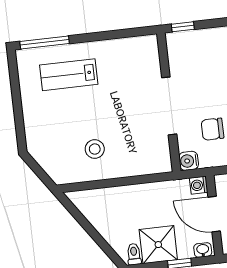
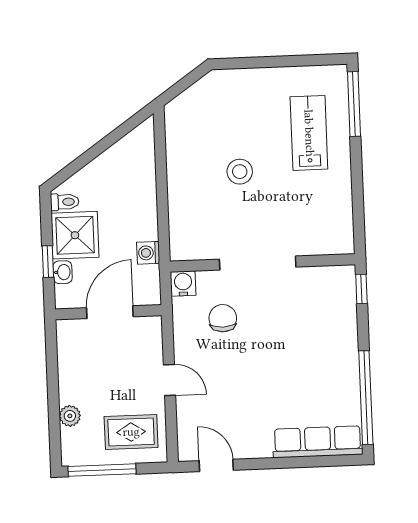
stool: (95, 149) -> (240, 172), moved
washing machine: (199, 185) -> (148, 253), moved, turned -90
washbasin: (203, 250) -> (63, 272), moved

